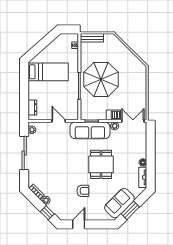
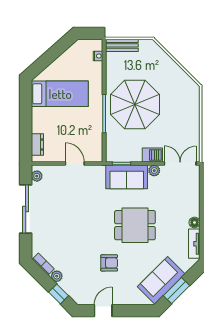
sofa: (90, 130) -> (127, 177), width x0.73
dining table: (101, 164) -> (135, 225), turned 90

